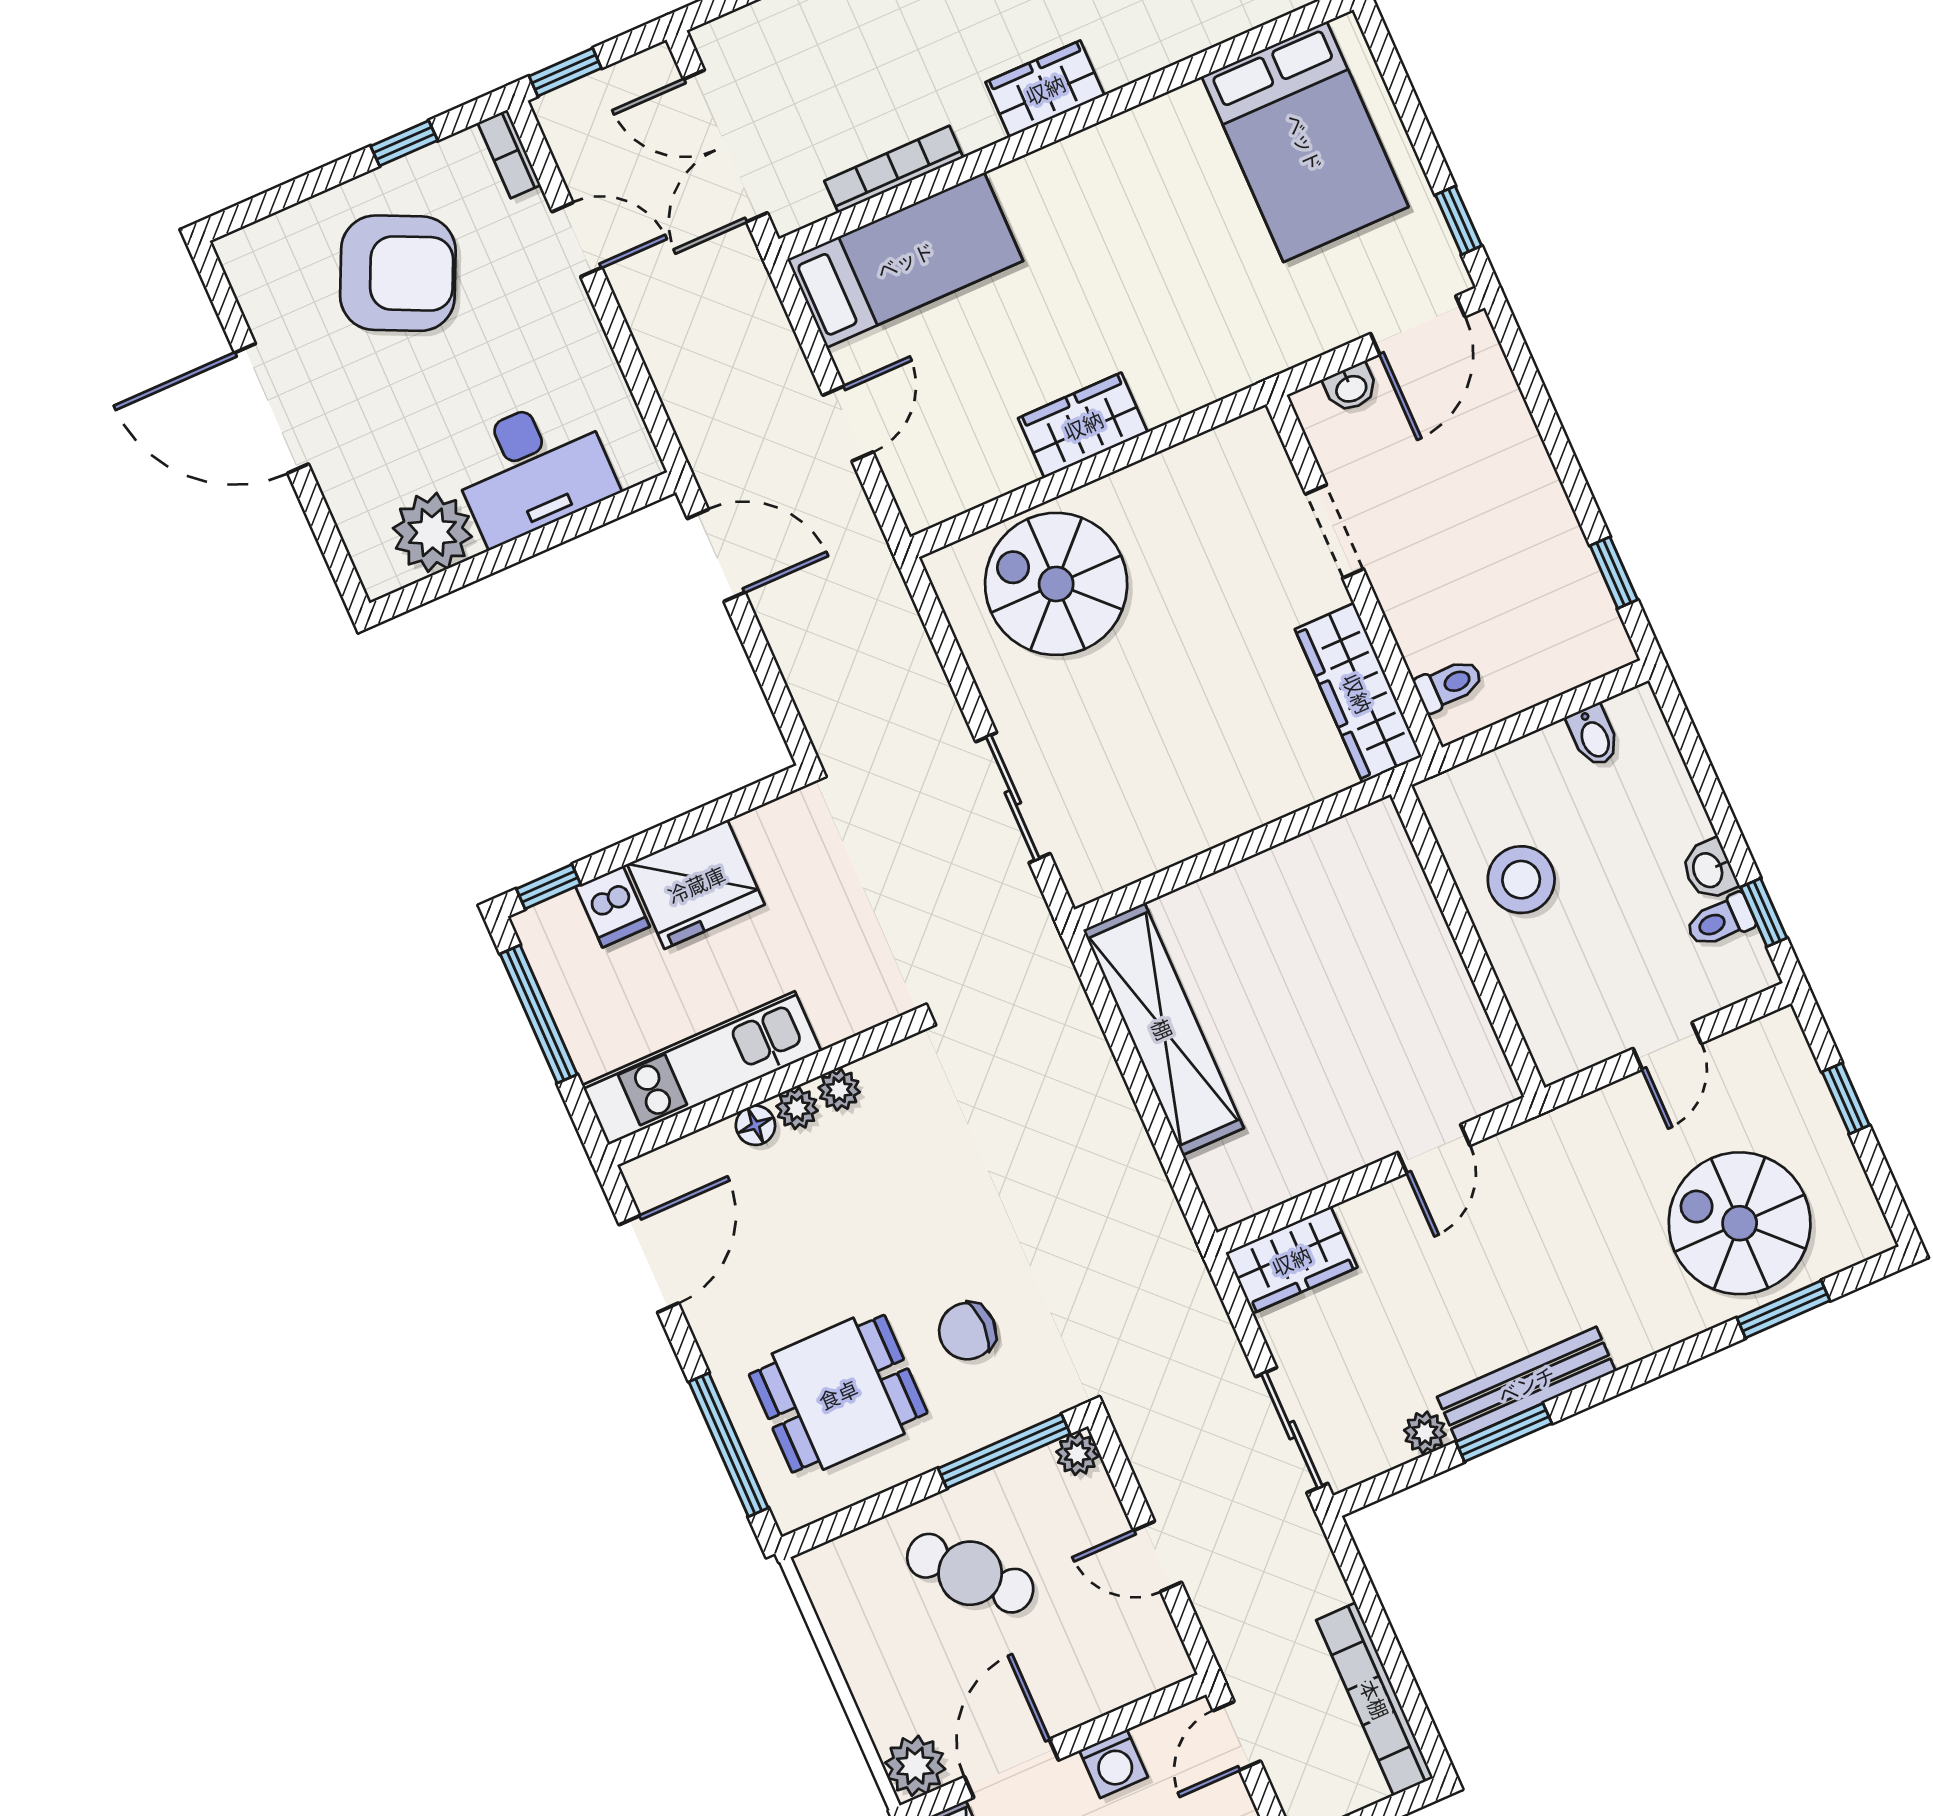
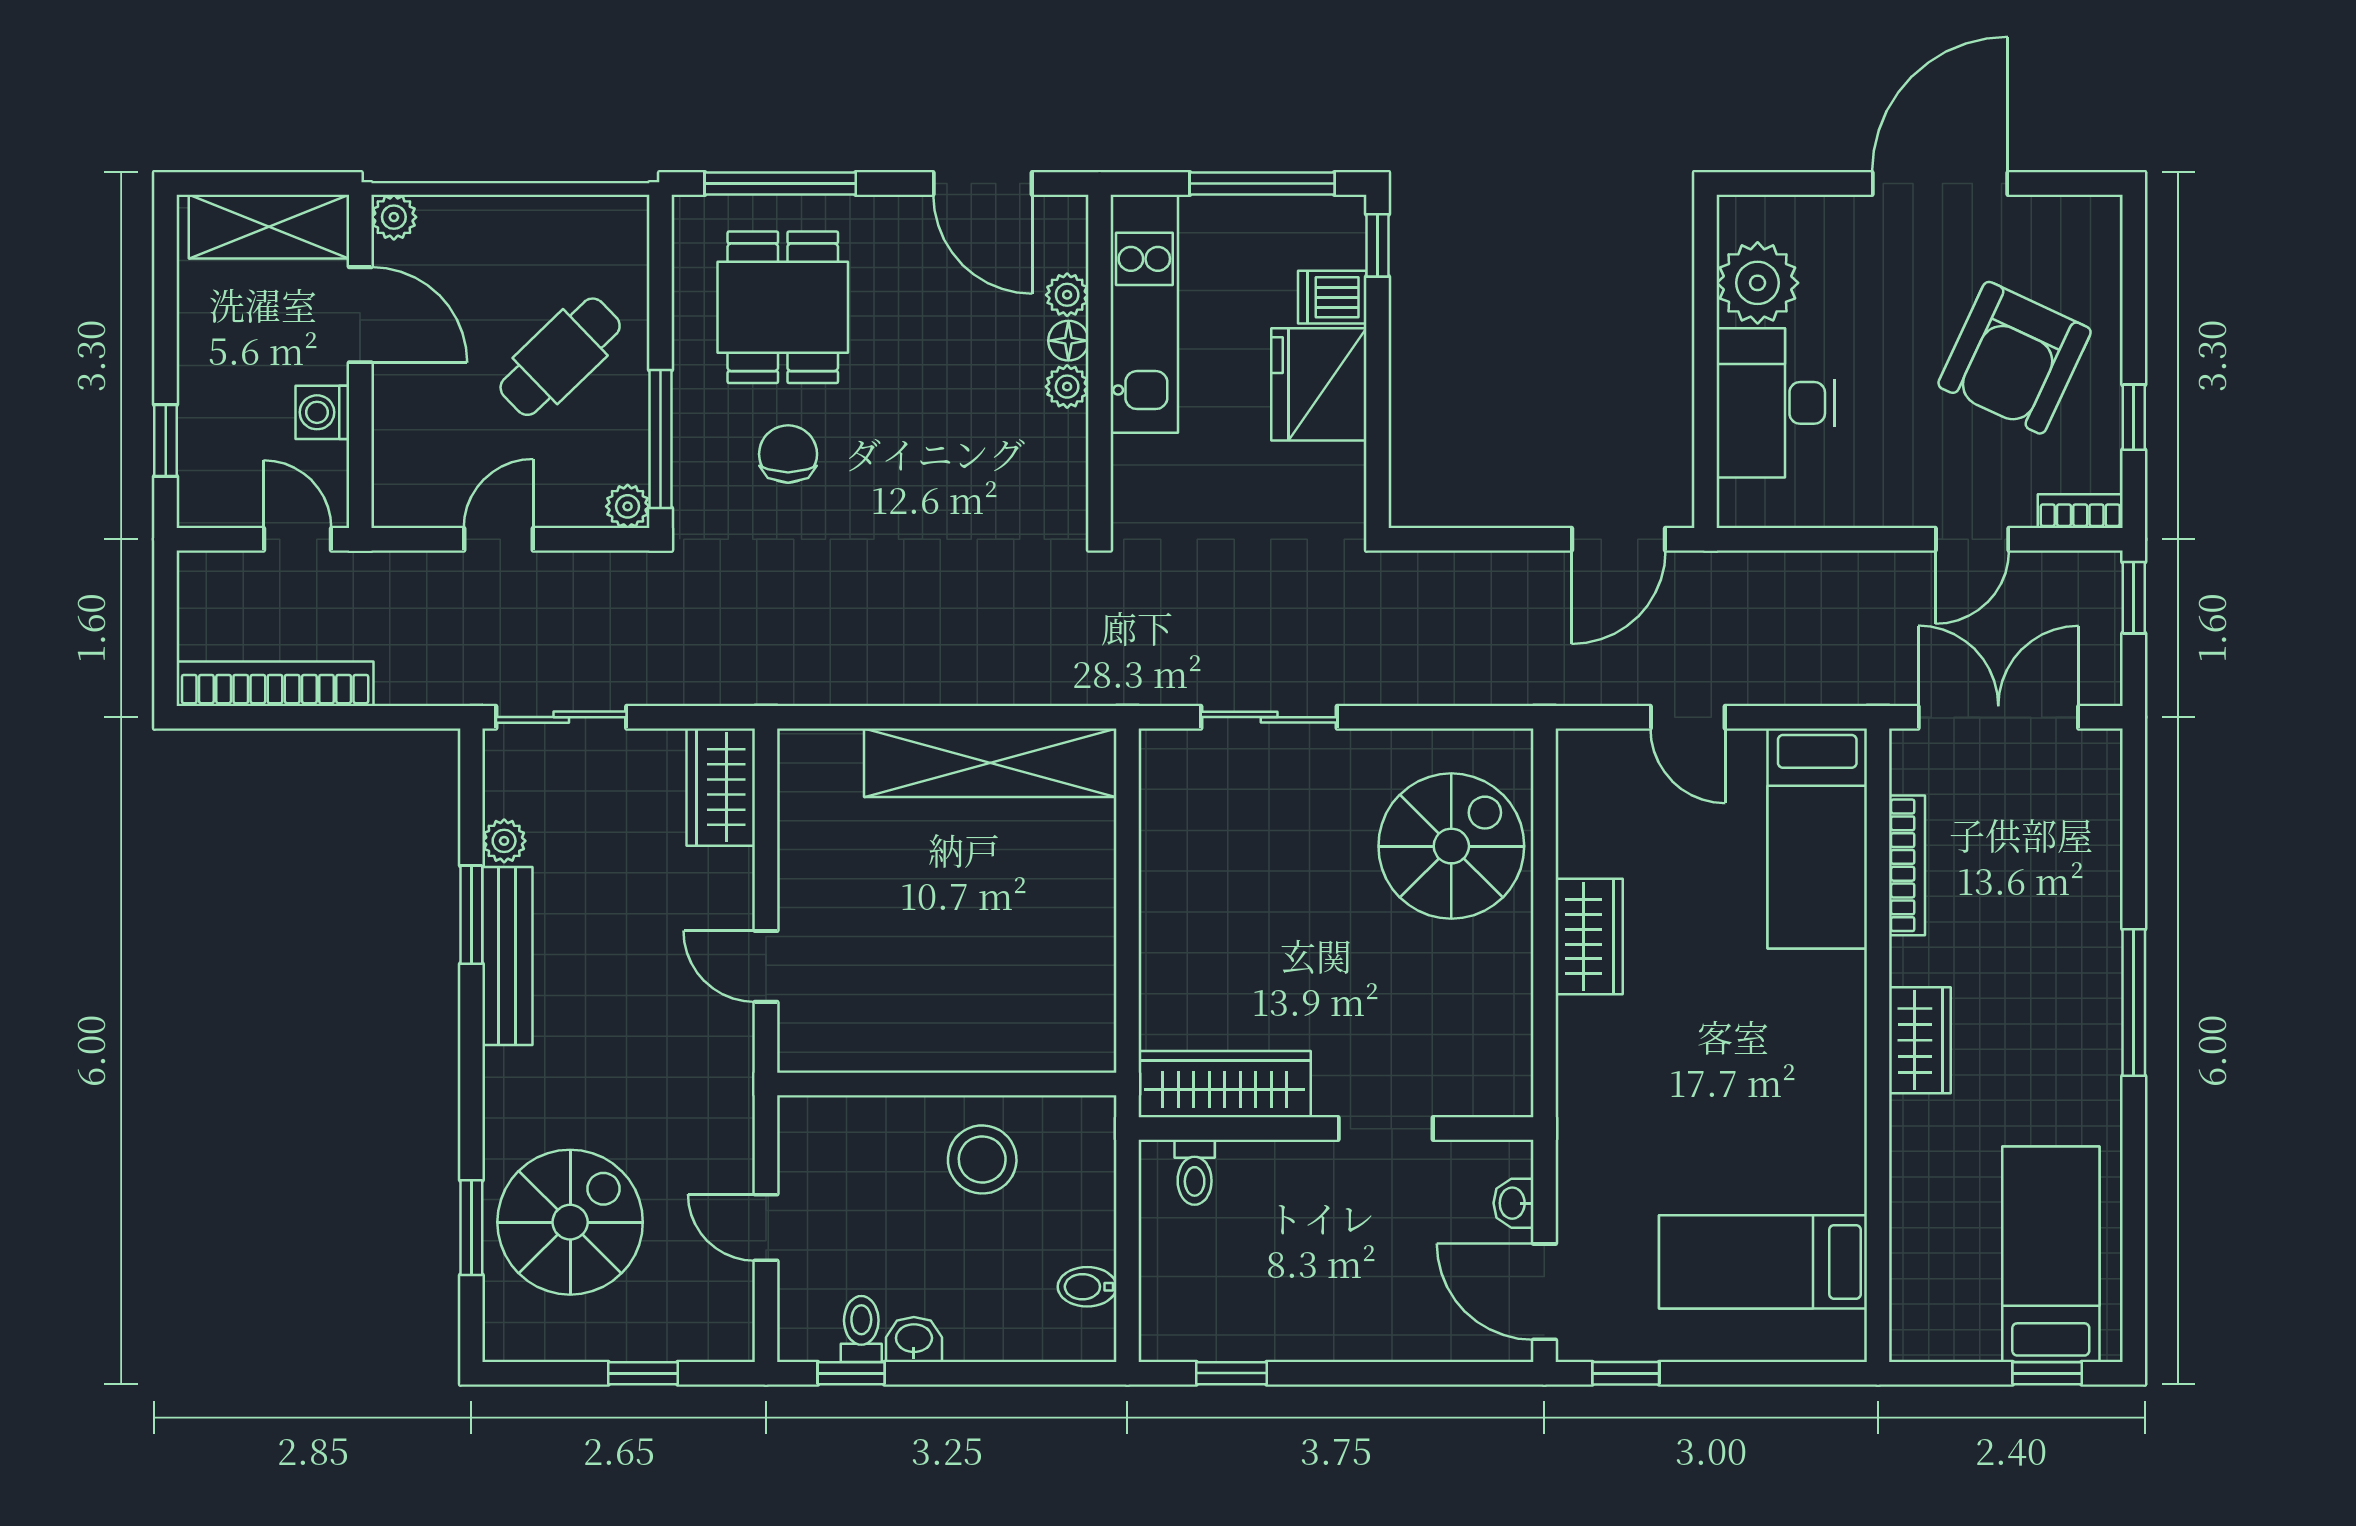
bed: (1305, 142) -> (1763, 1262), width x0.67
plant: (839, 1090) -> (1067, 295), moved
plant: (915, 1766) -> (394, 217), width x0.73, depth x0.73

